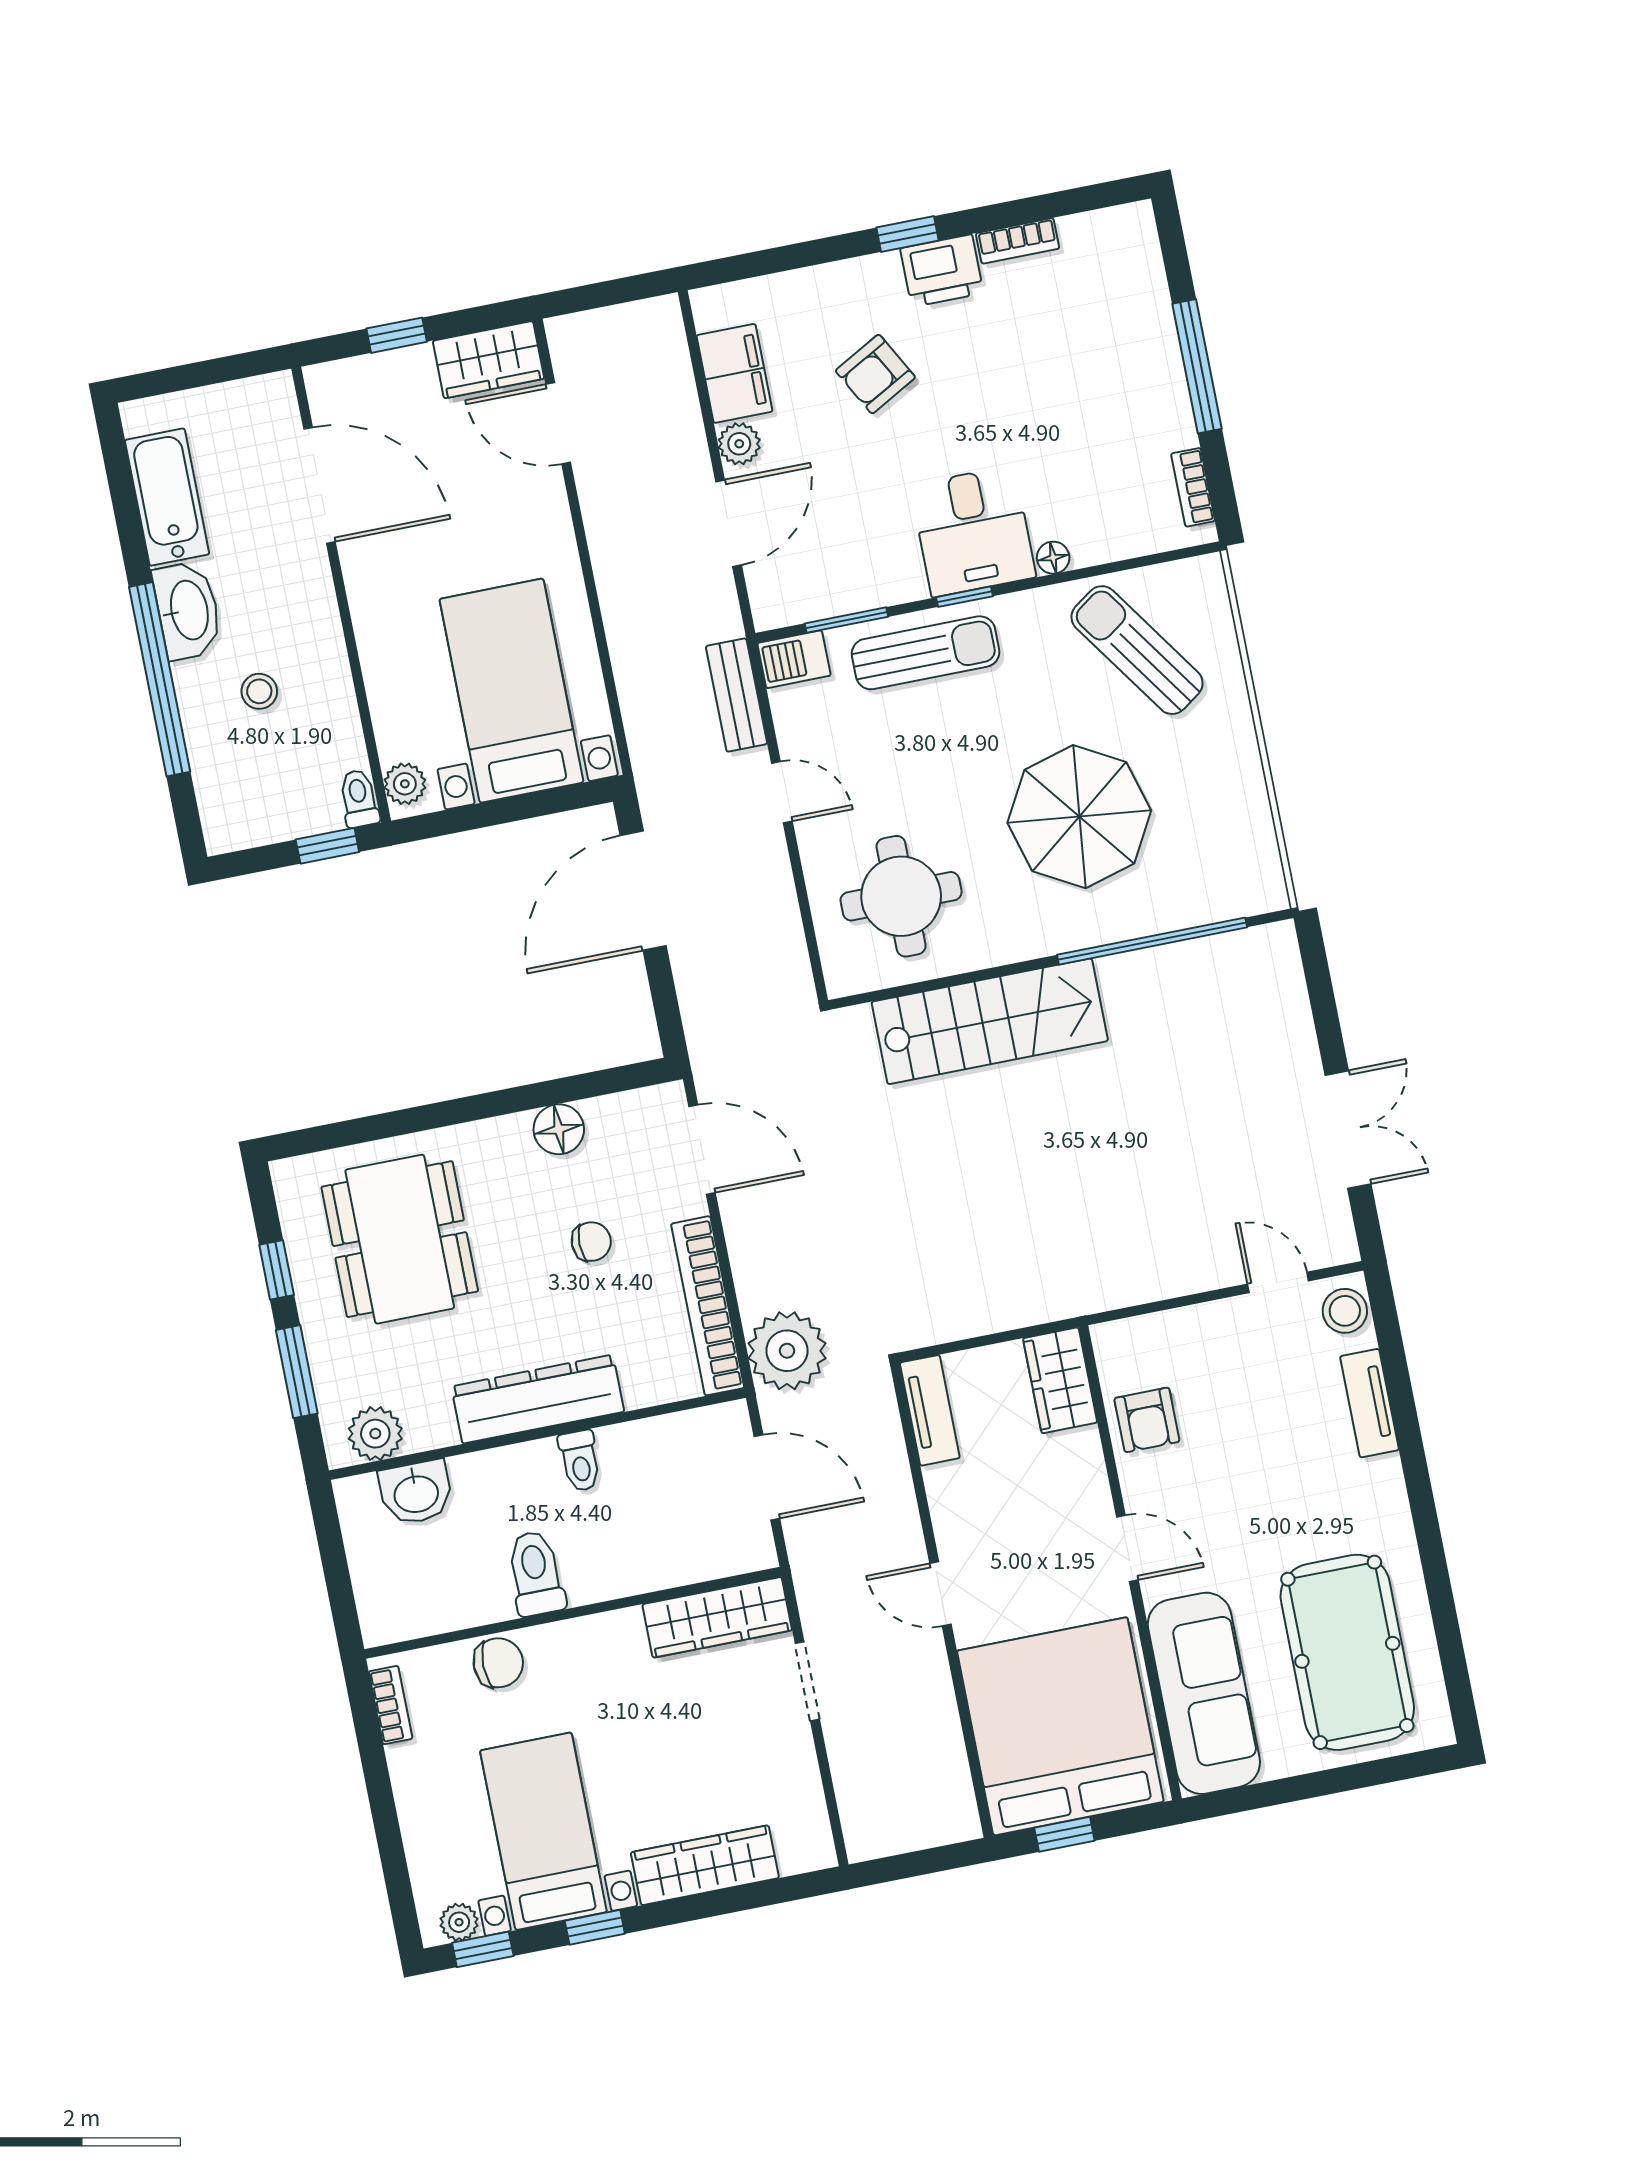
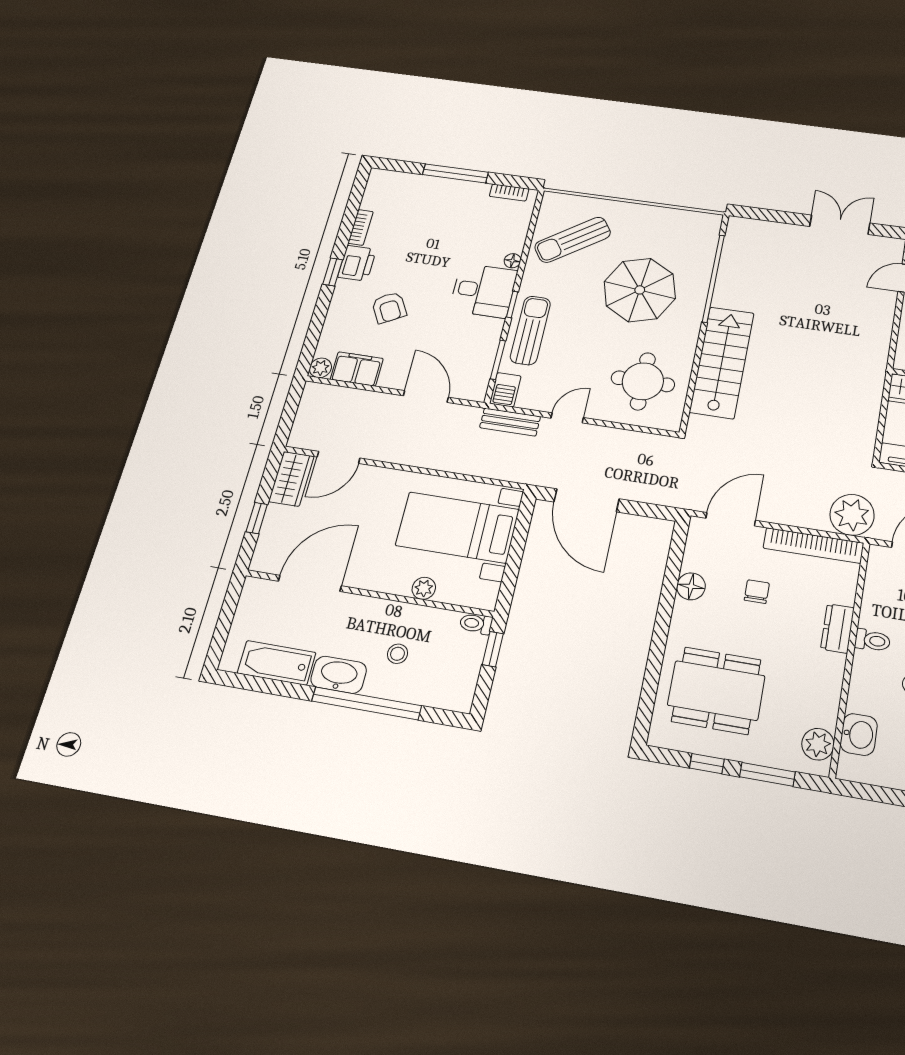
plant: (739, 444) -> (320, 368), moved
plant: (405, 784) -> (424, 588), moved
dresser: (538, 1399) -> (837, 628), width x0.51, depth x0.80

